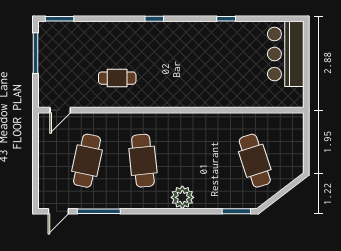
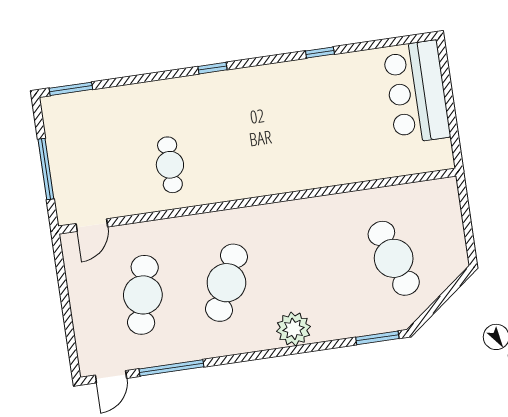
window: (36, 53) -> (46, 169), moved
cafe table: (117, 78) -> (170, 165), turned 90
cafe table: (143, 161) -> (226, 283), turned 30

